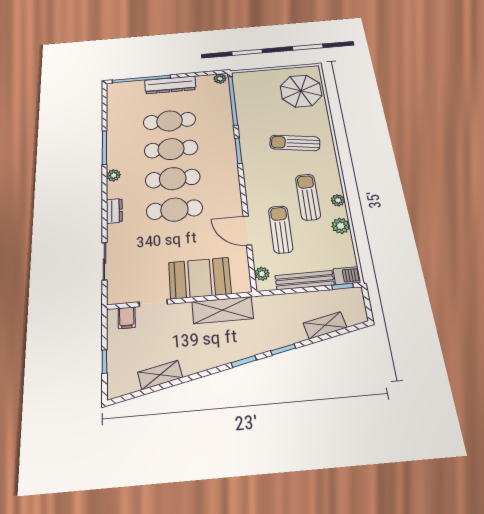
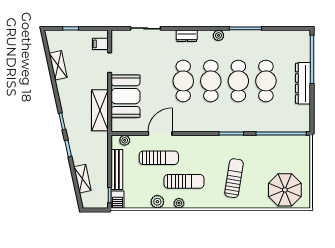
plant: (220, 79) -> (305, 125), removed

